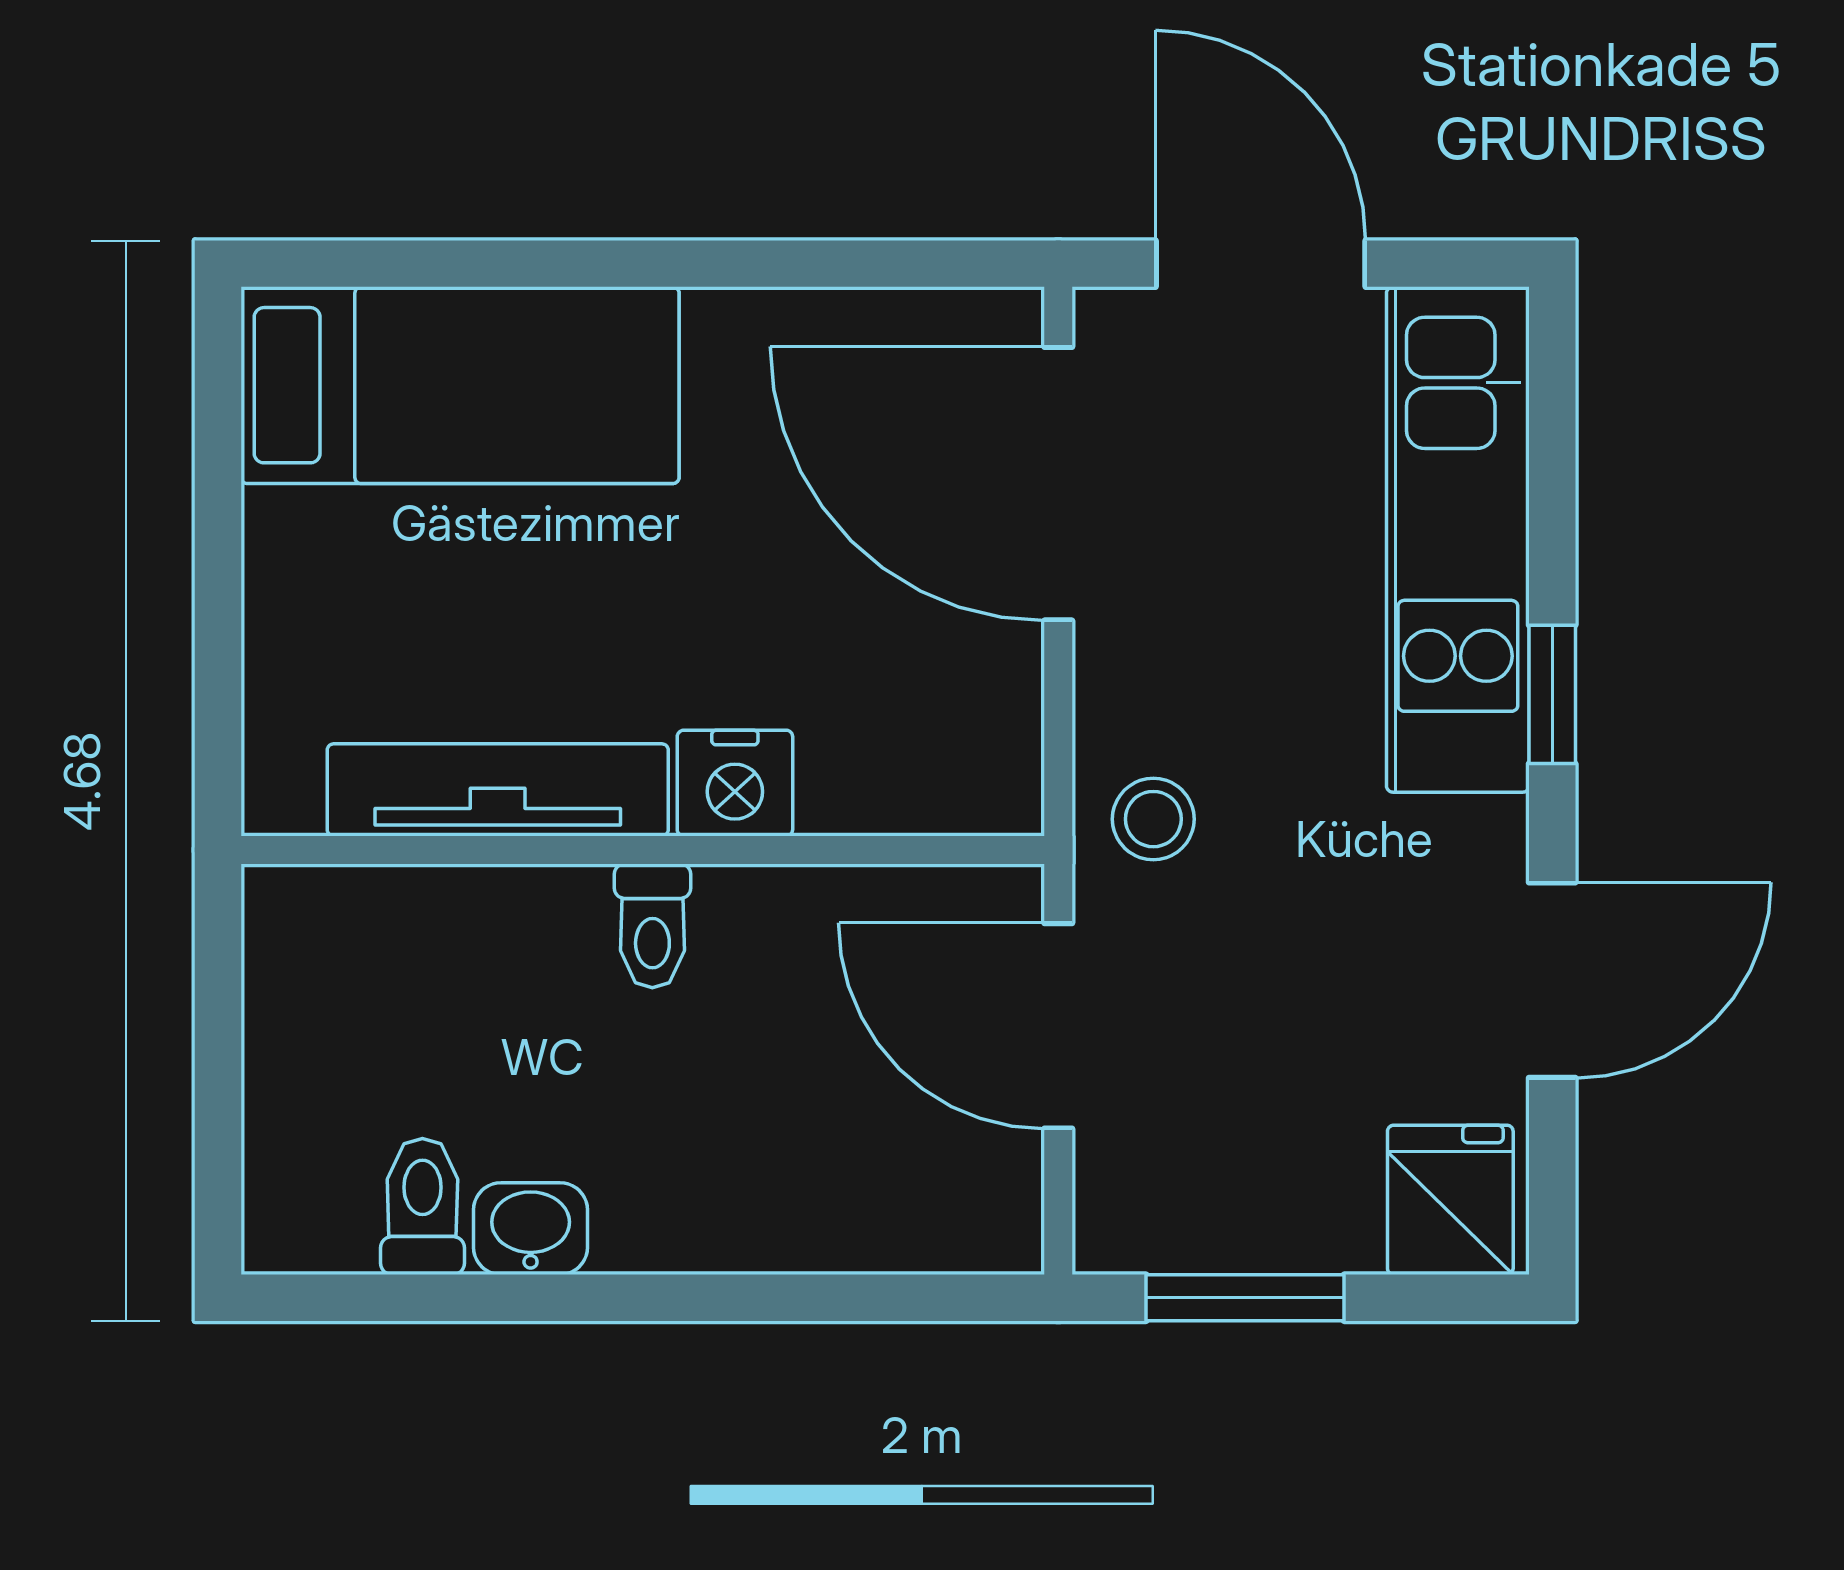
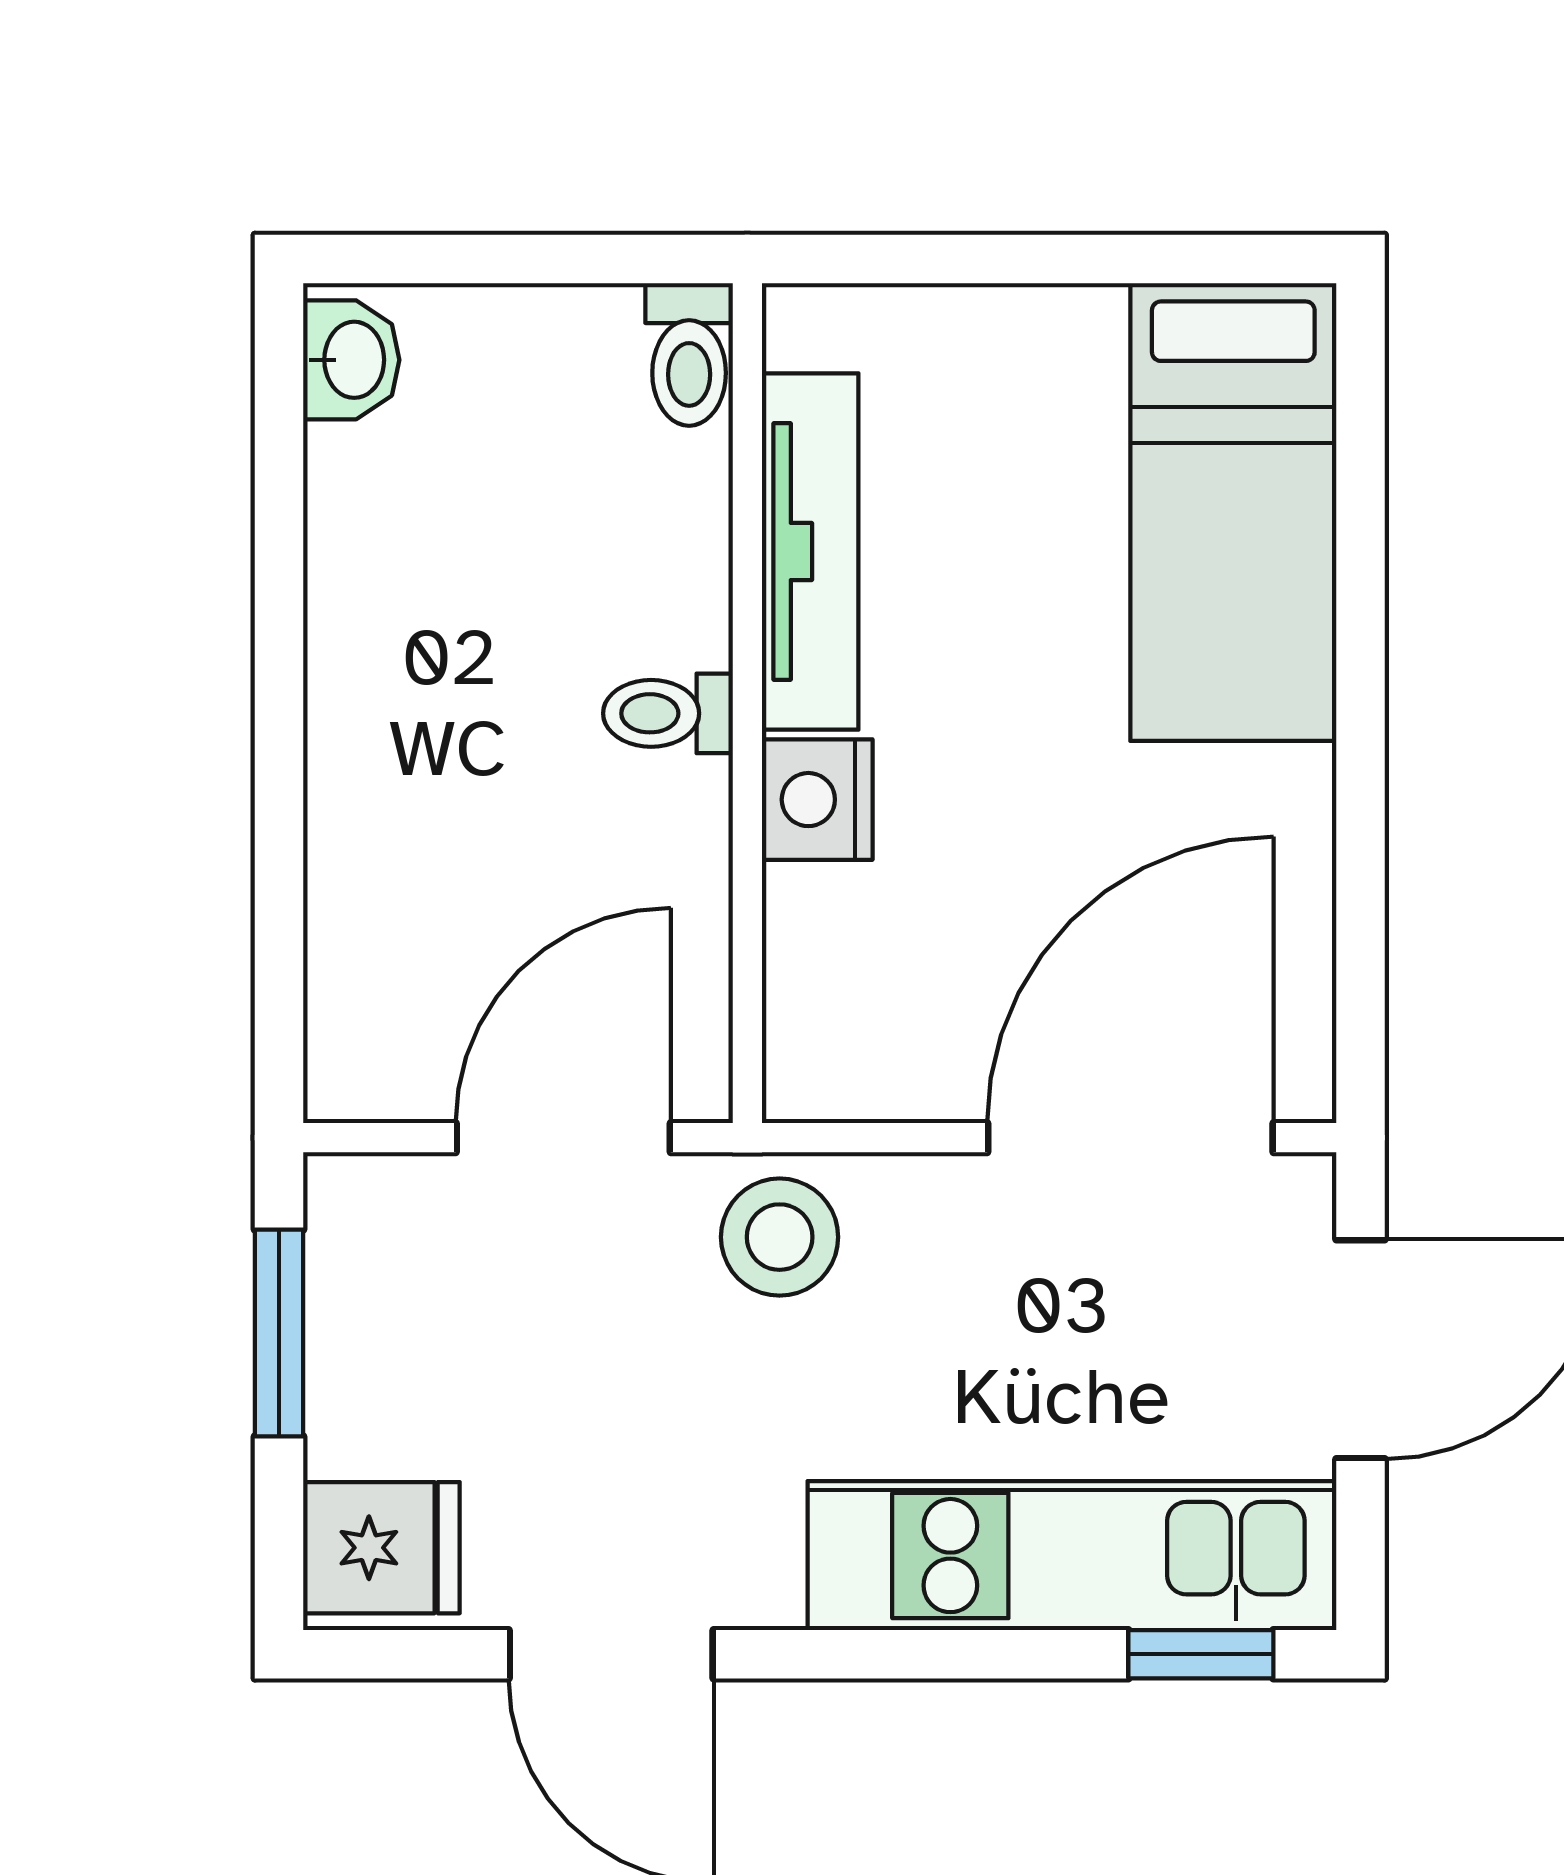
window: (1552, 694) -> (1201, 1654), moved
stool: (1153, 819) -> (780, 1237), width x1.37, depth x1.37
toilet: (422, 1206) -> (689, 354), moved, turned 90
washbasin: (531, 1229) -> (351, 360), moved

